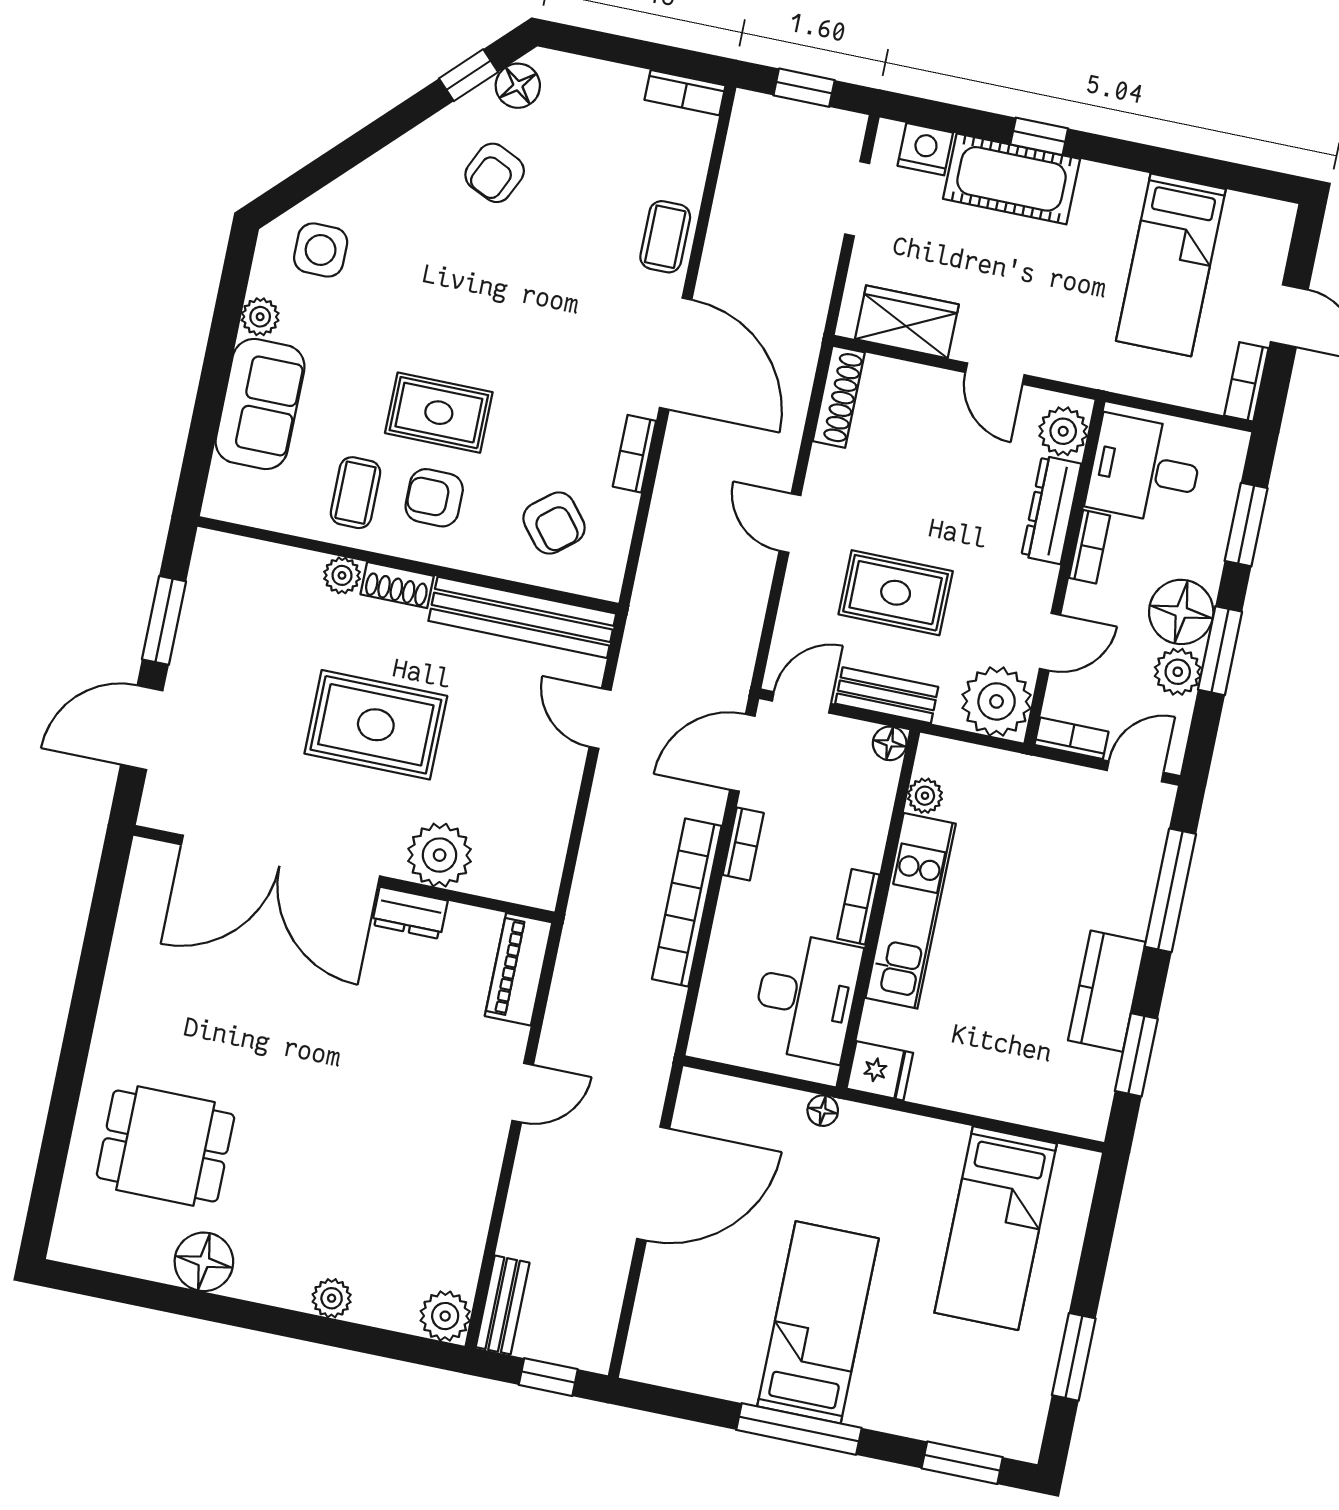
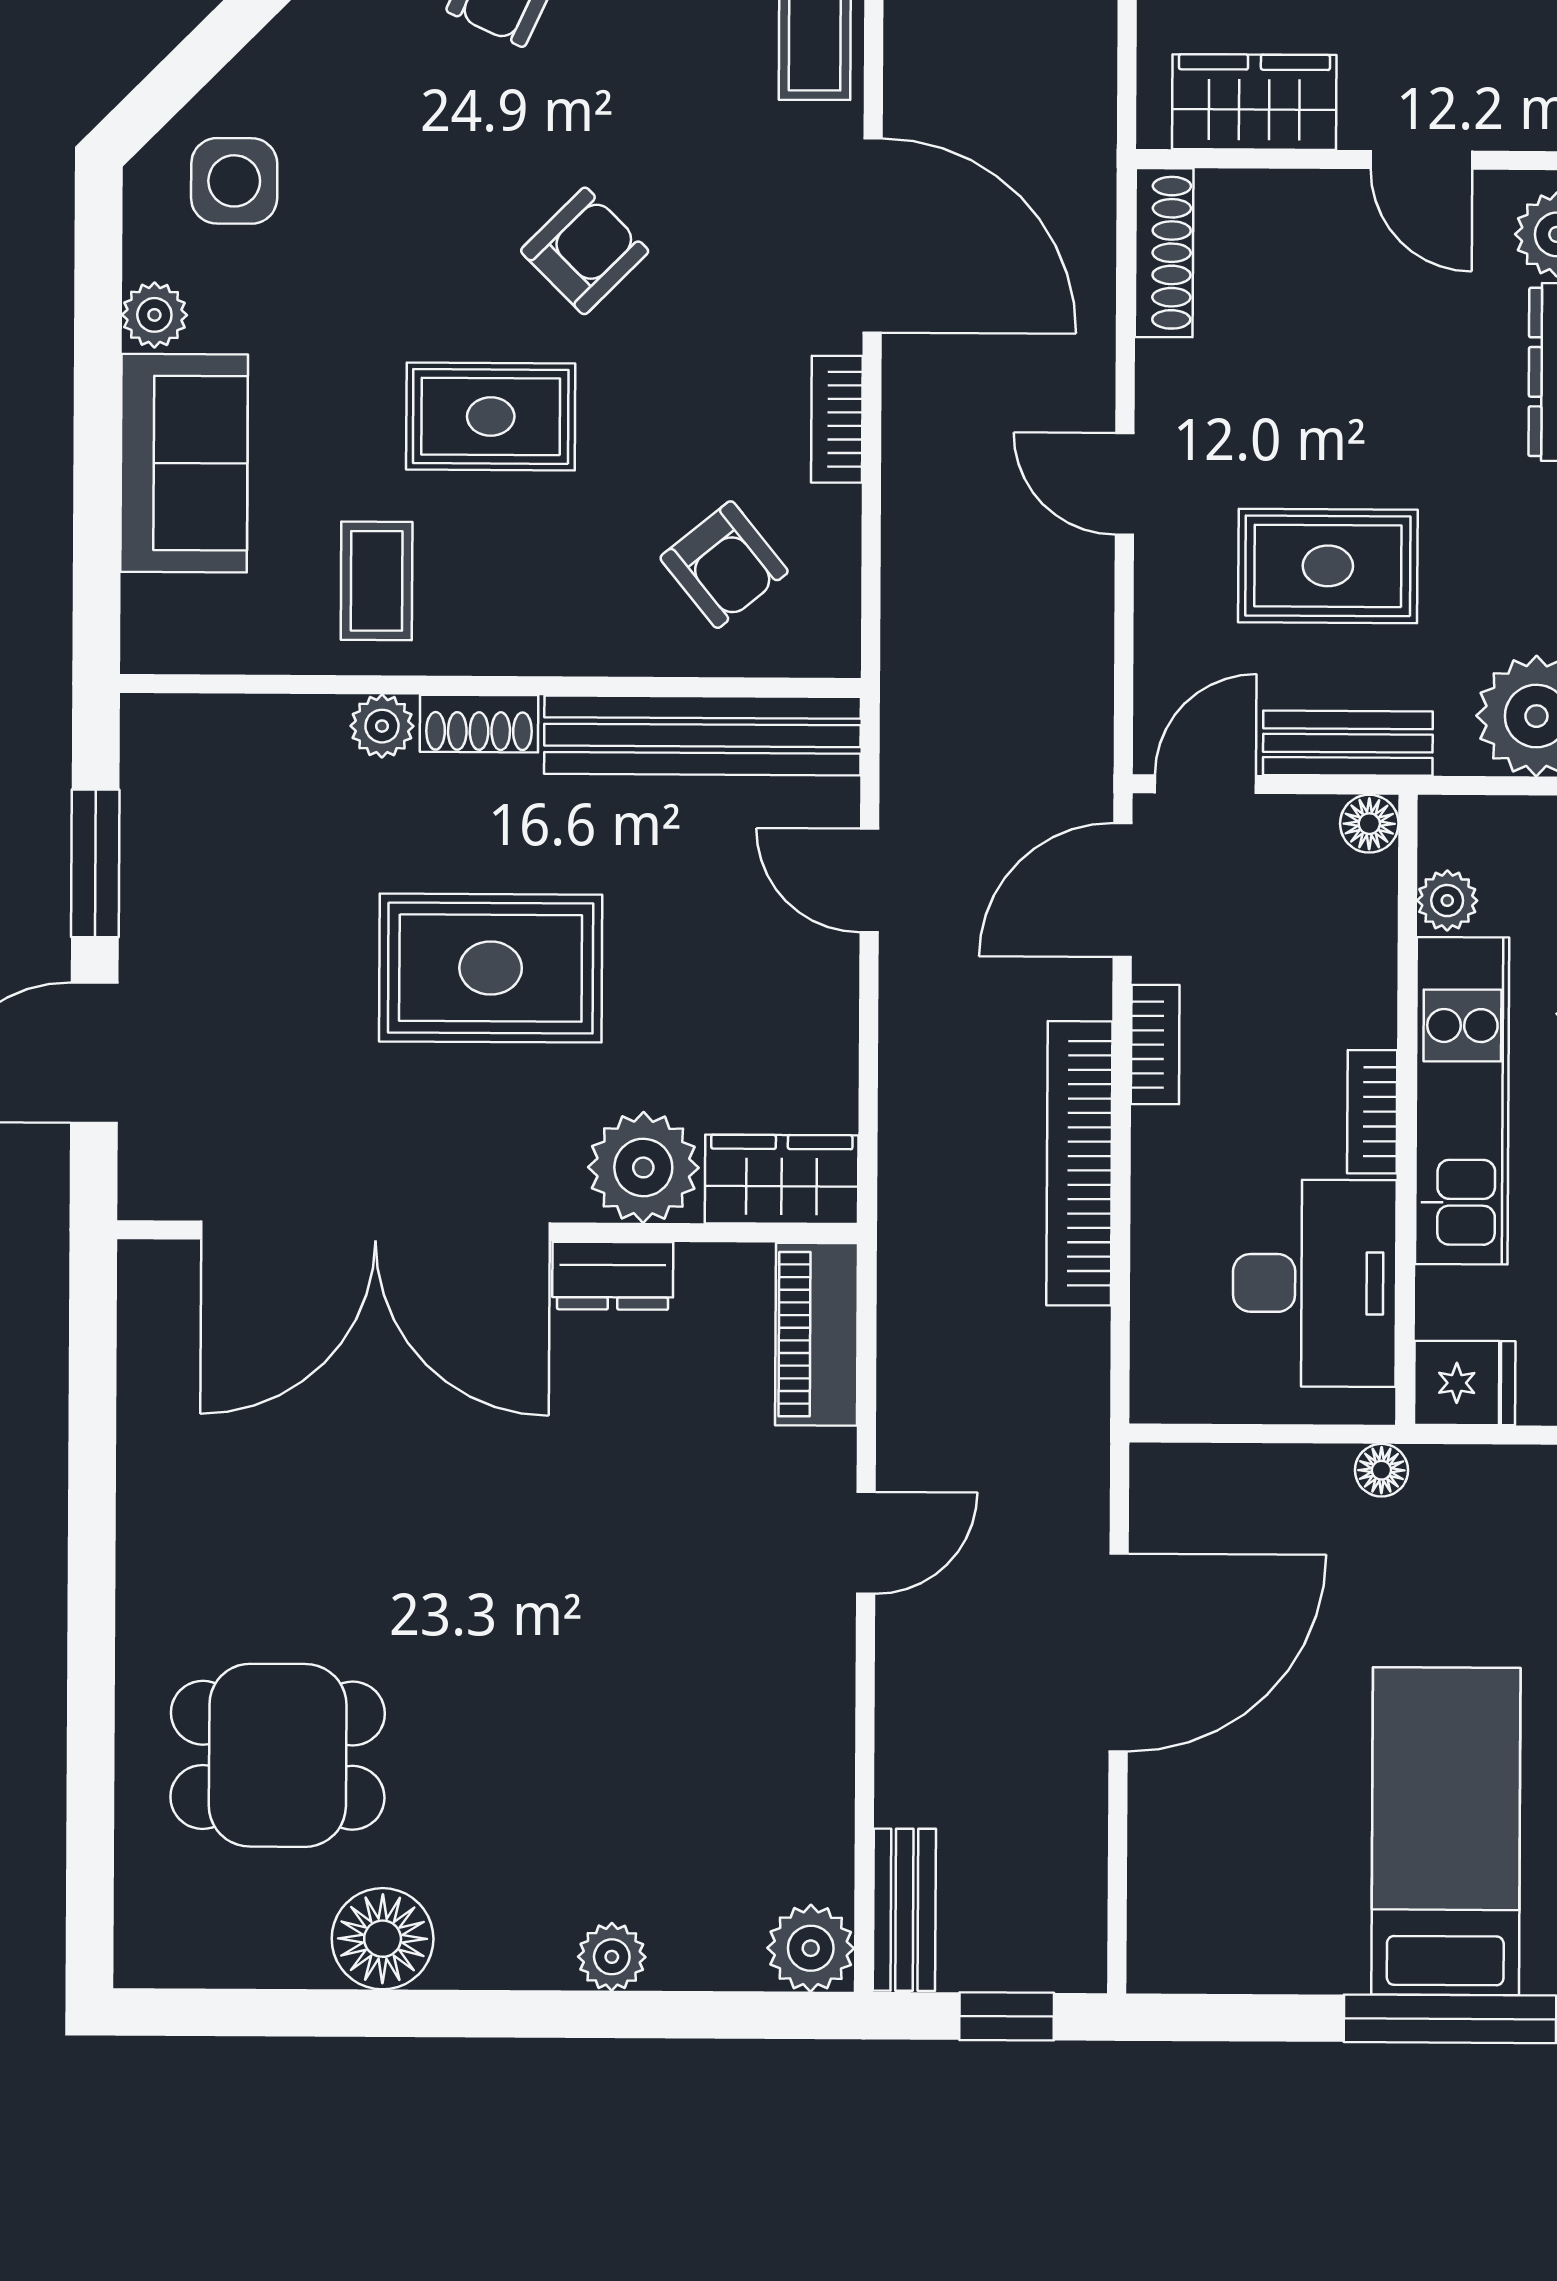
armchair: (434, 498) -> (585, 251), moved, turned 135
wardrobe: (516, 878) -> (782, 1179), added

